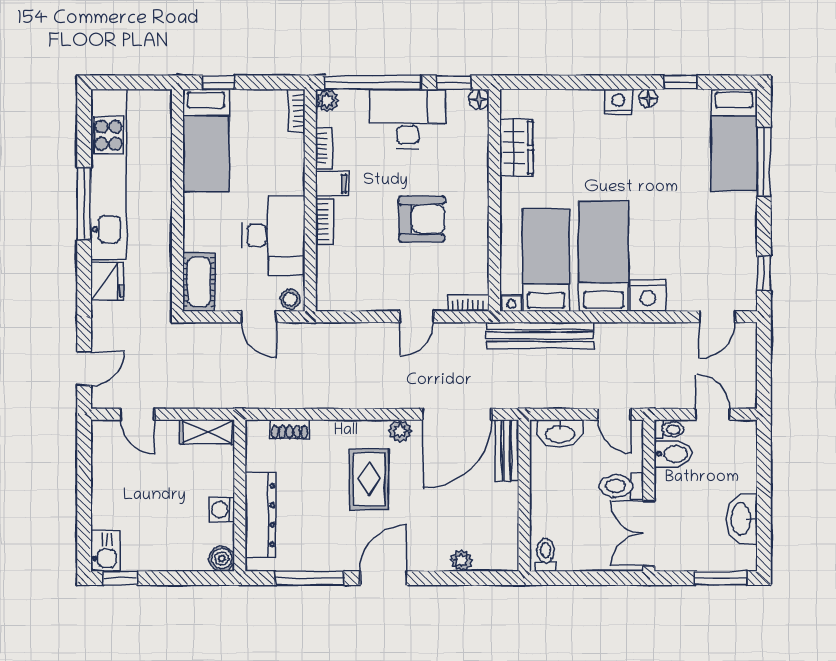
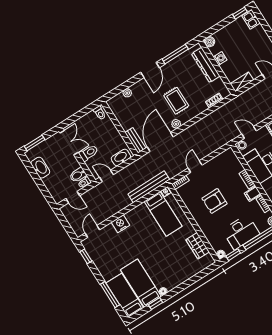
nightstand: (618, 102) -> (173, 283), removed
bed: (604, 256) -> (141, 283), moved, turned 180

